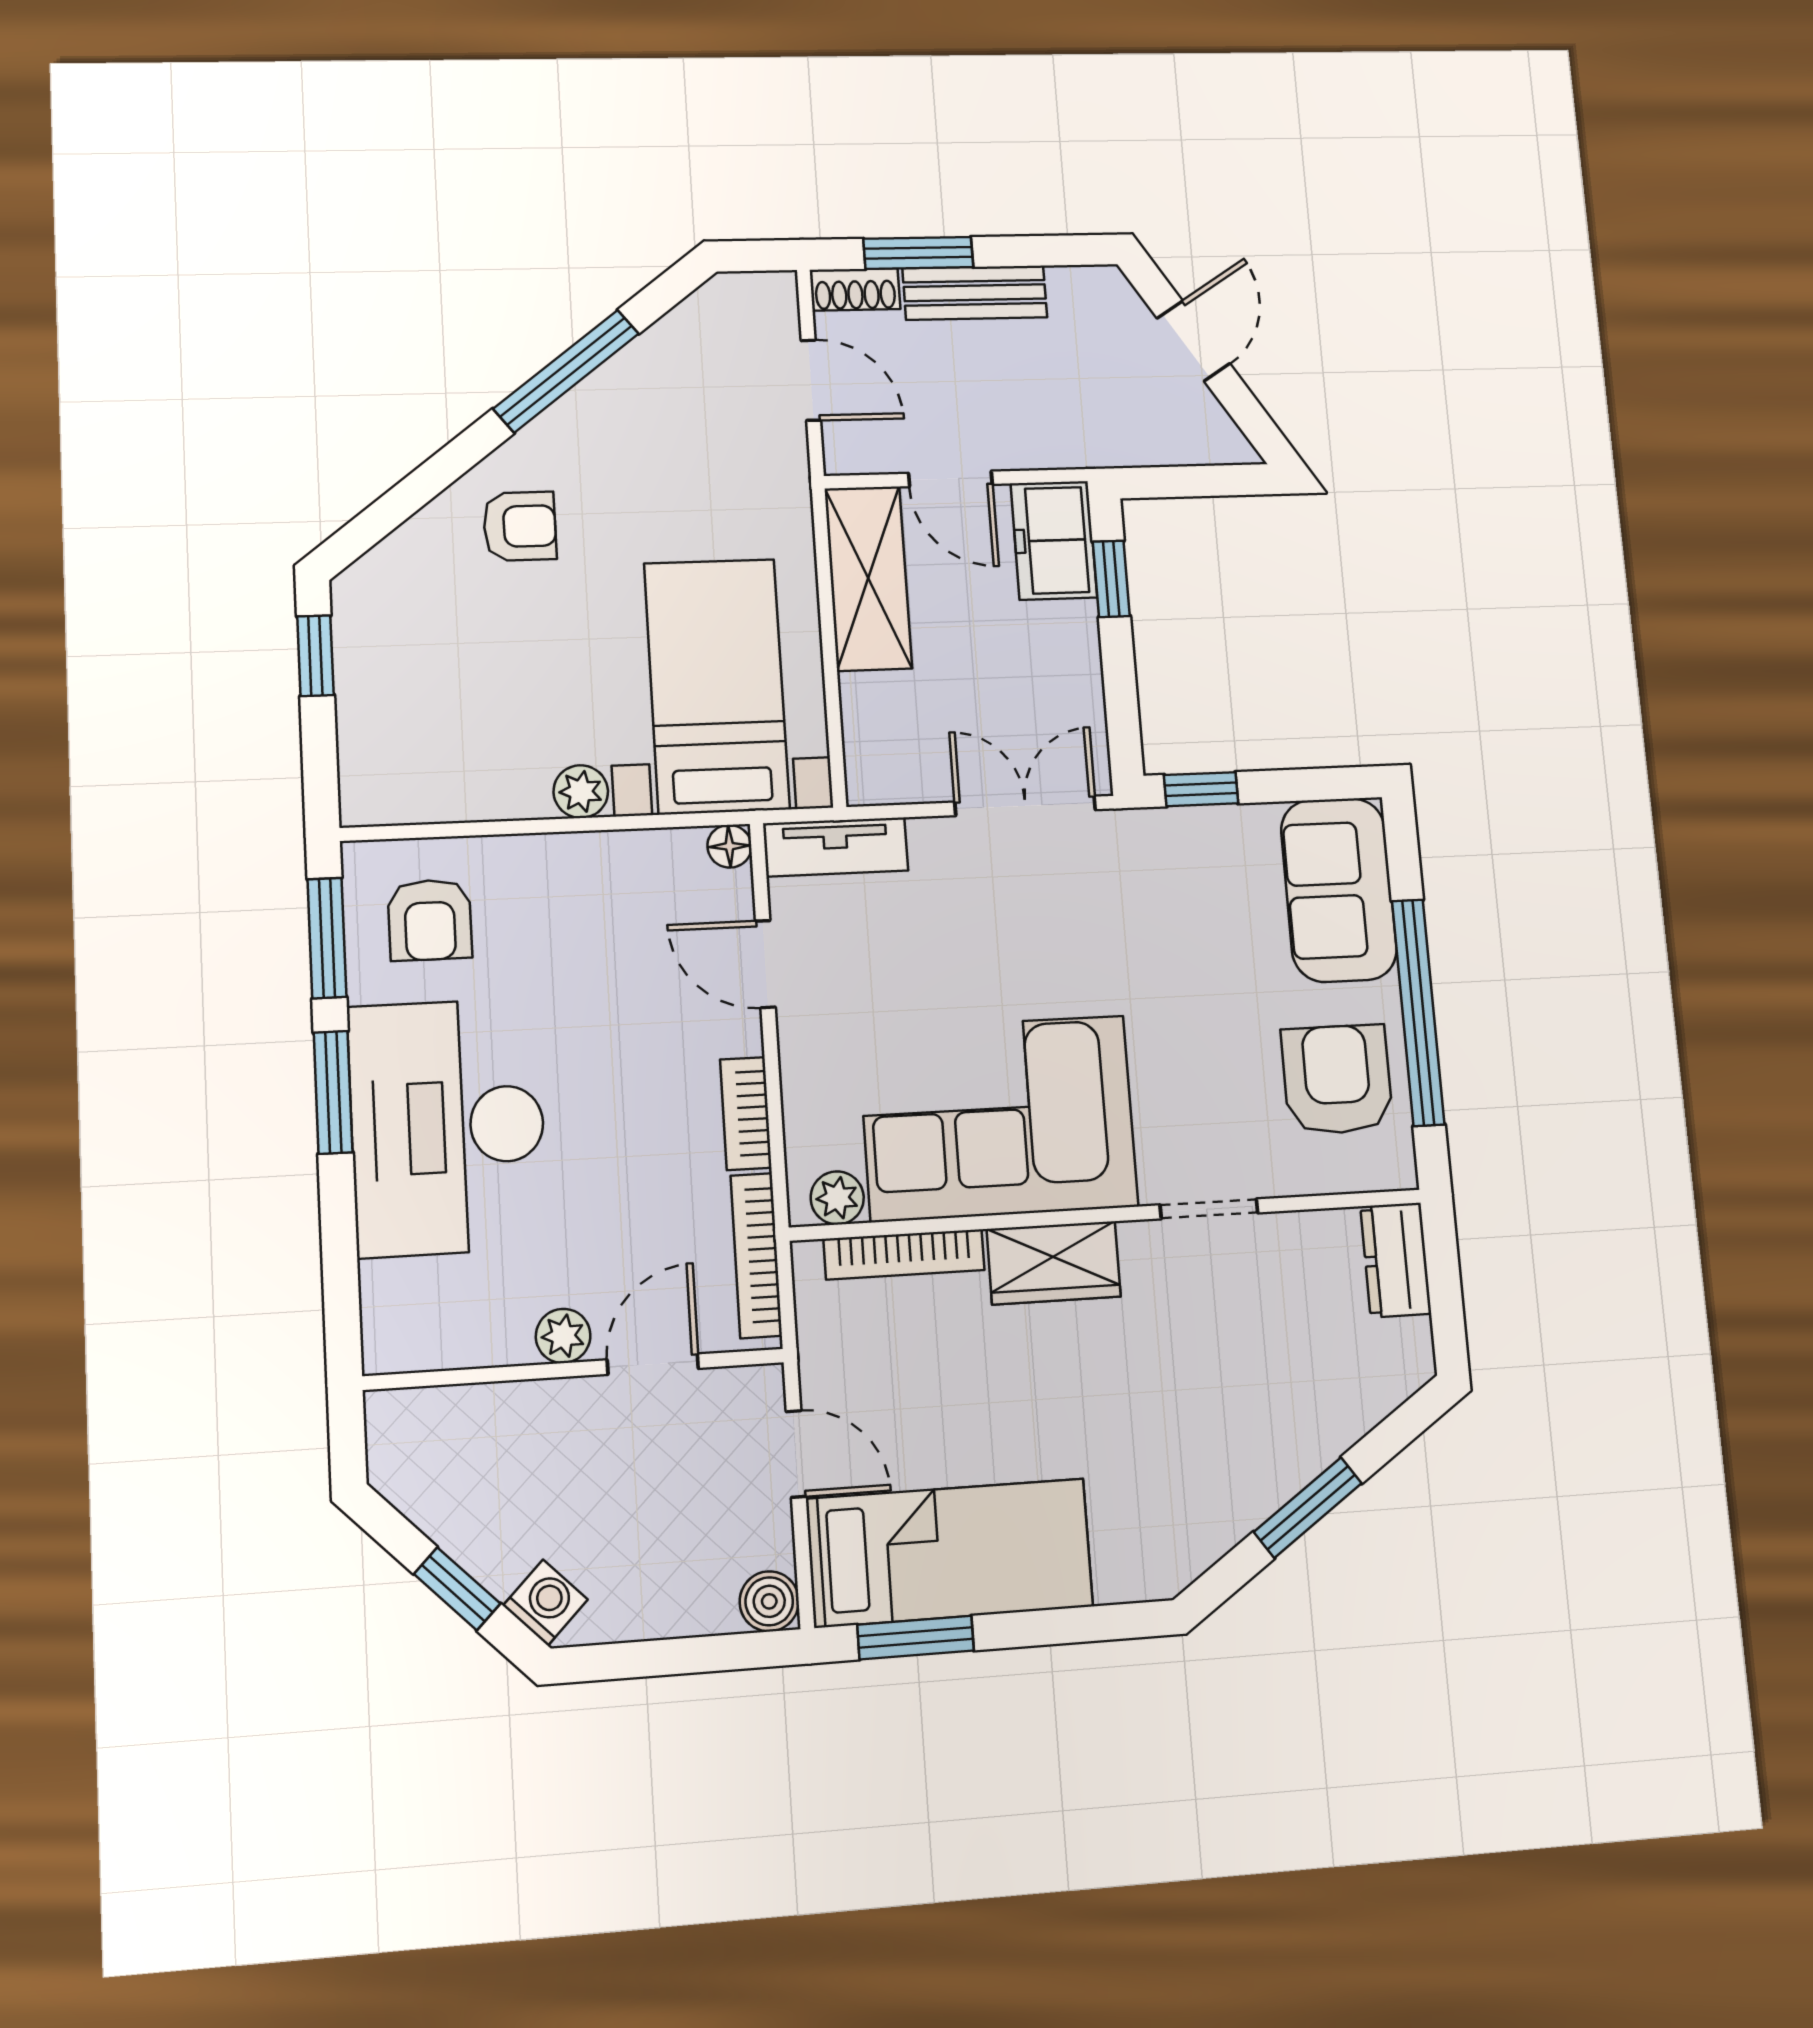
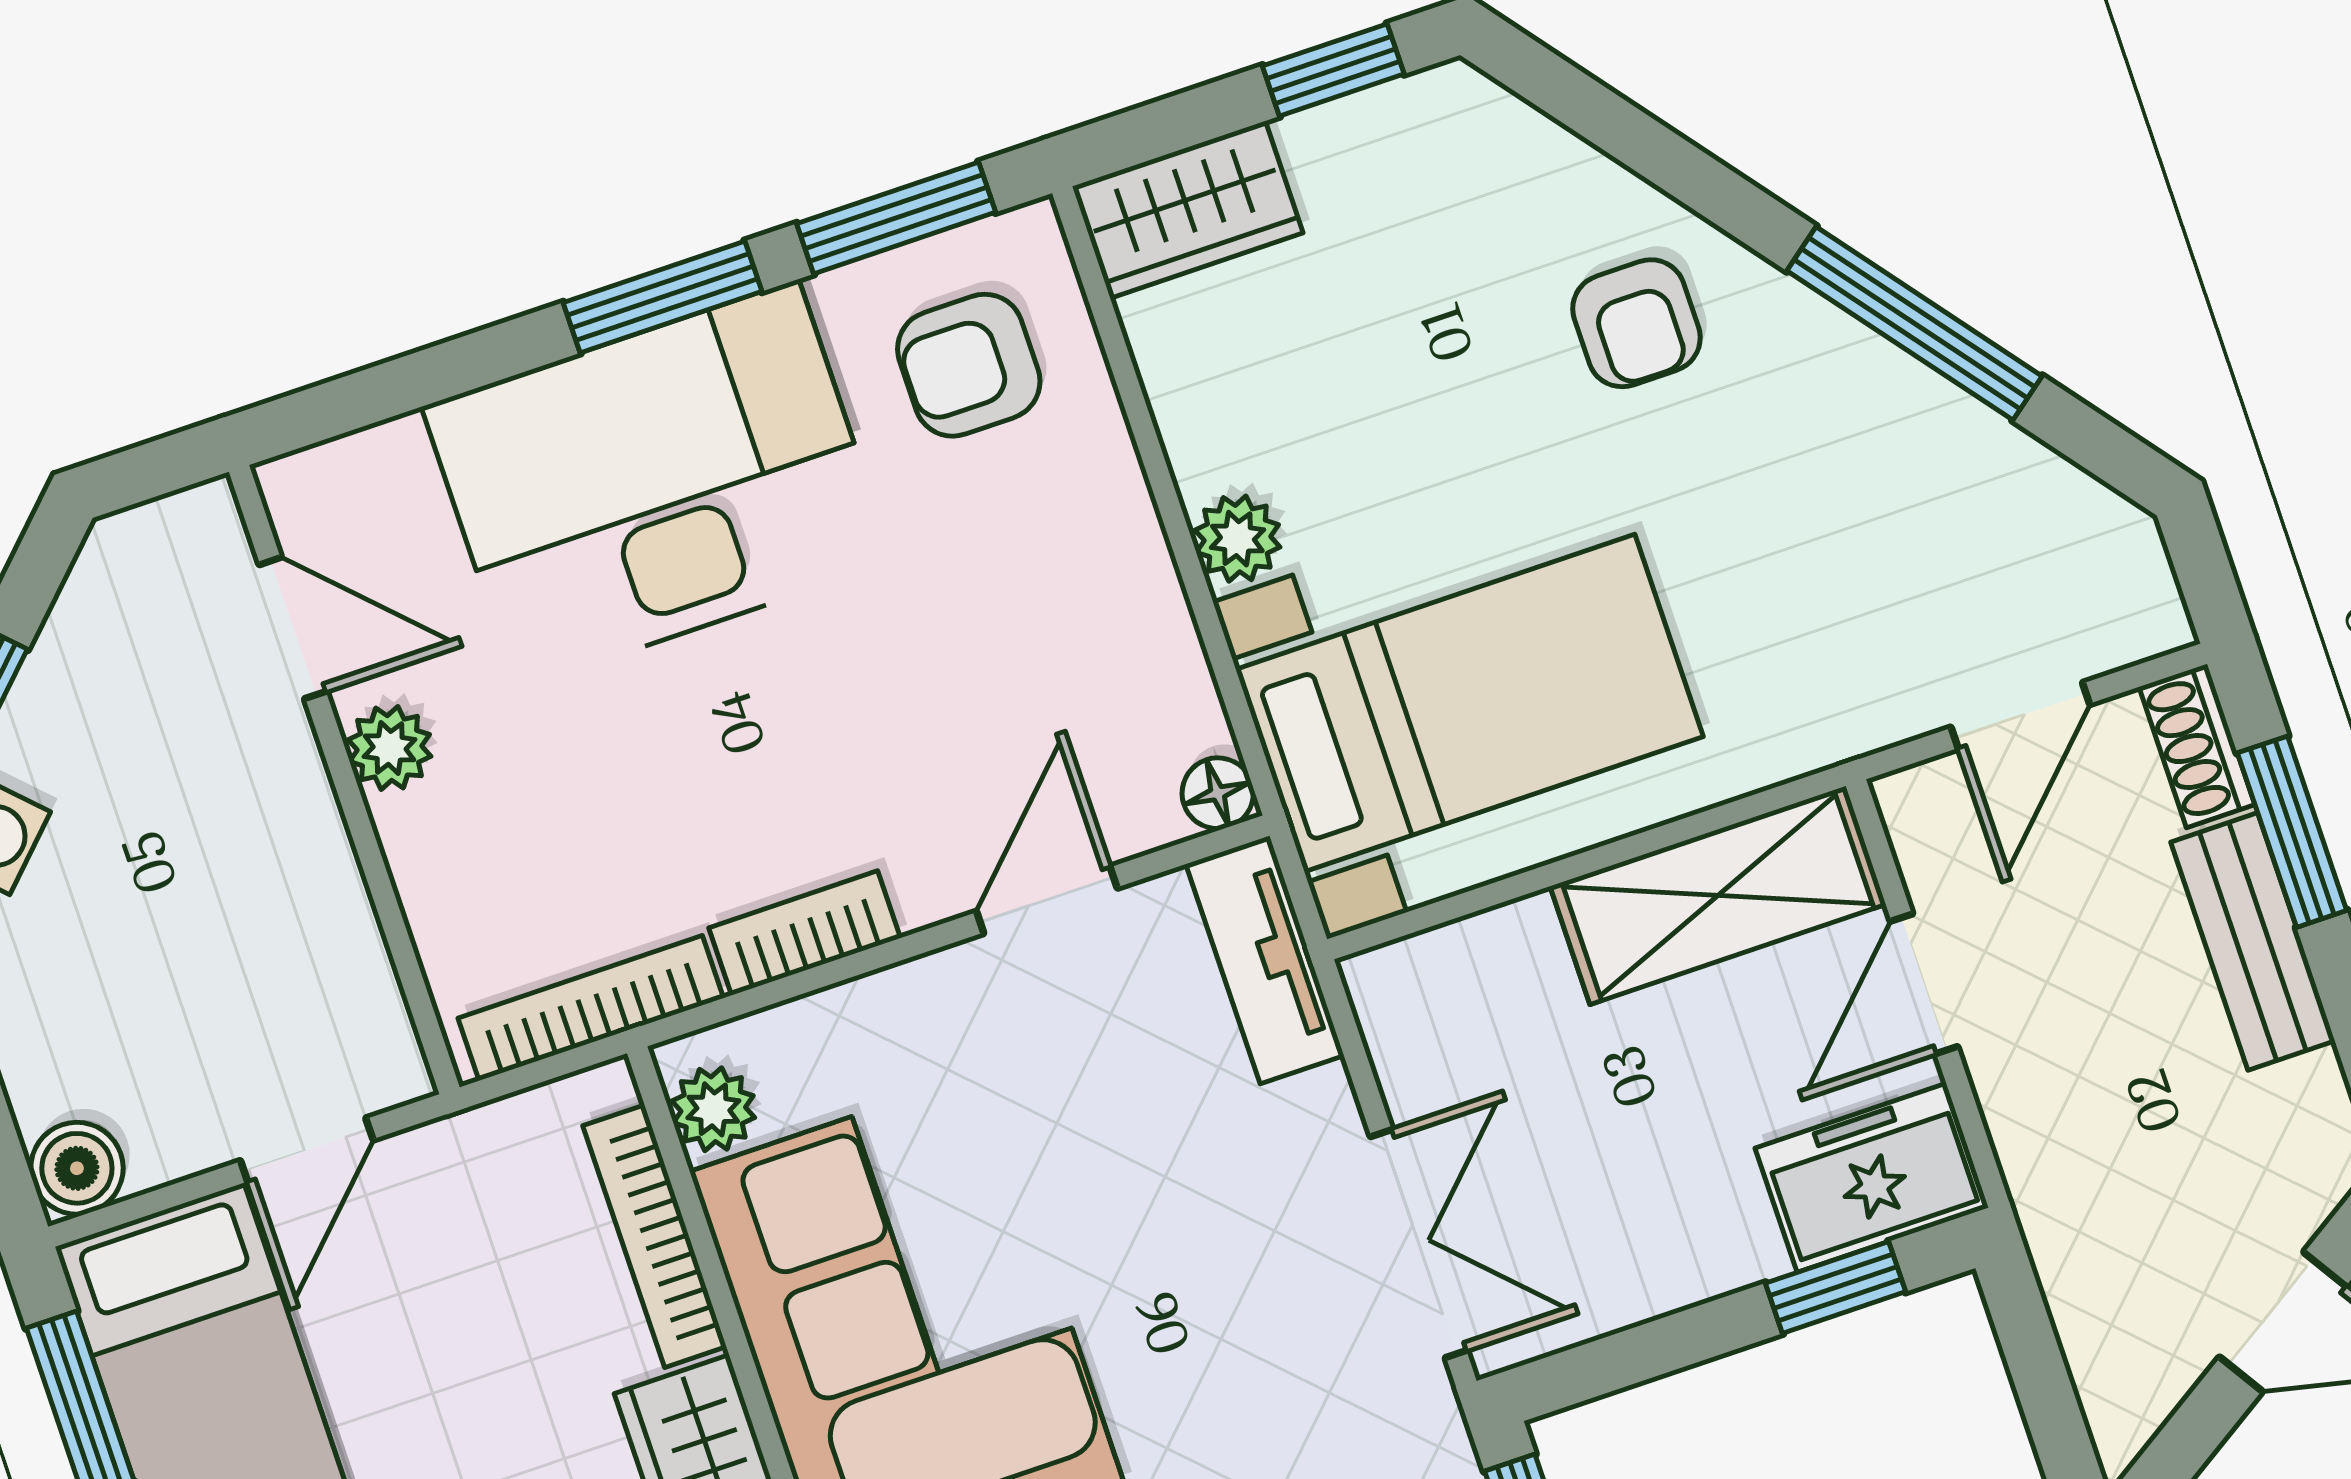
wardrobe: (374, 764) -> (1188, 210), added
door: (653, 1364) -> (293, 628), moved

